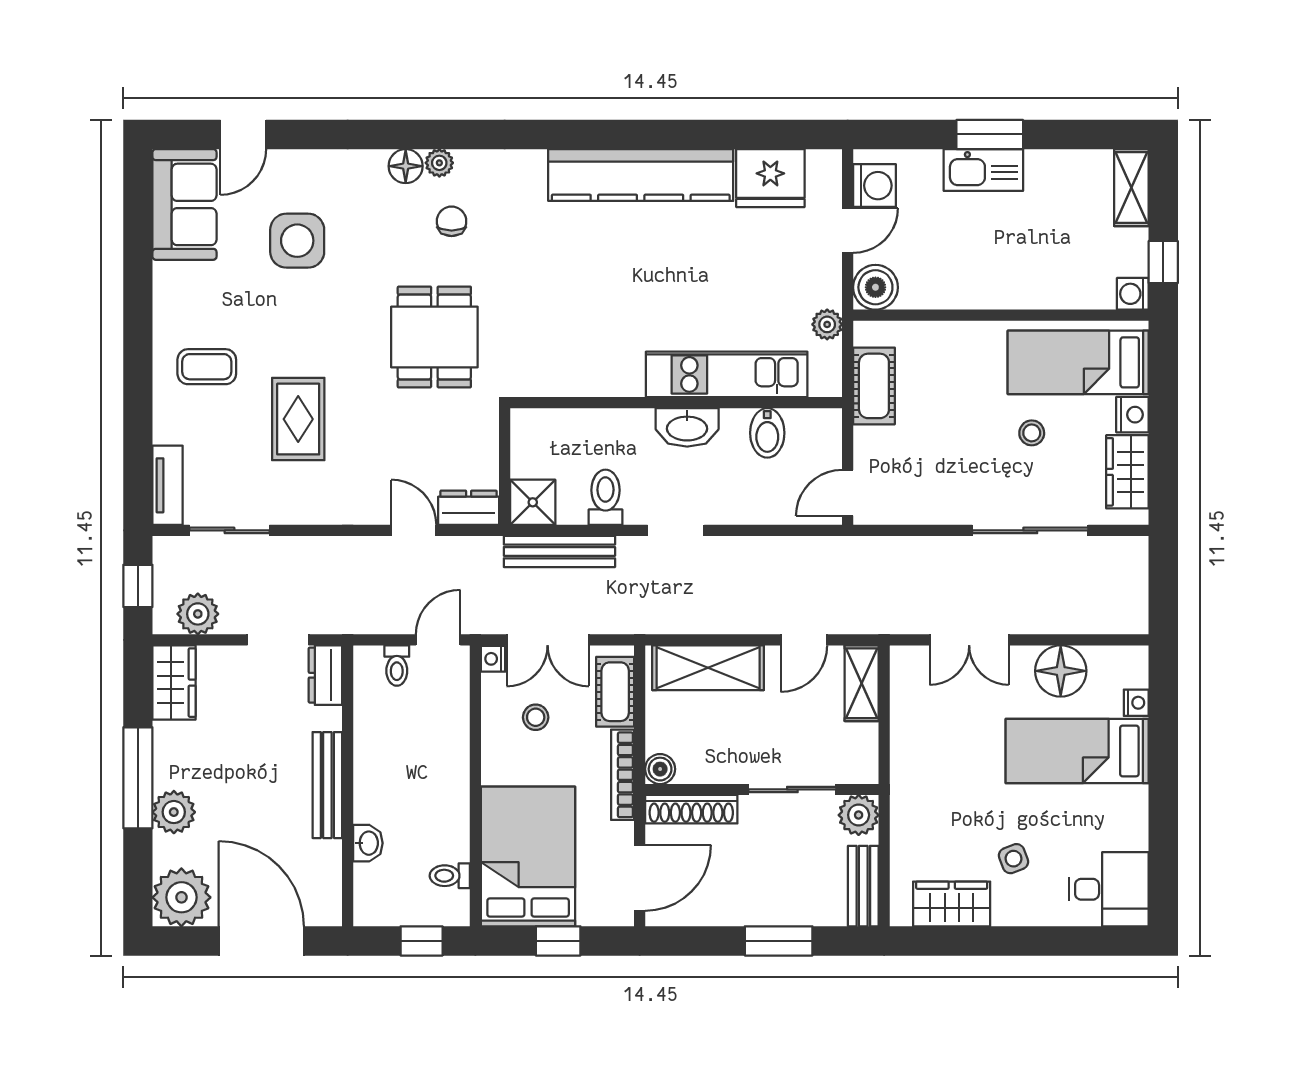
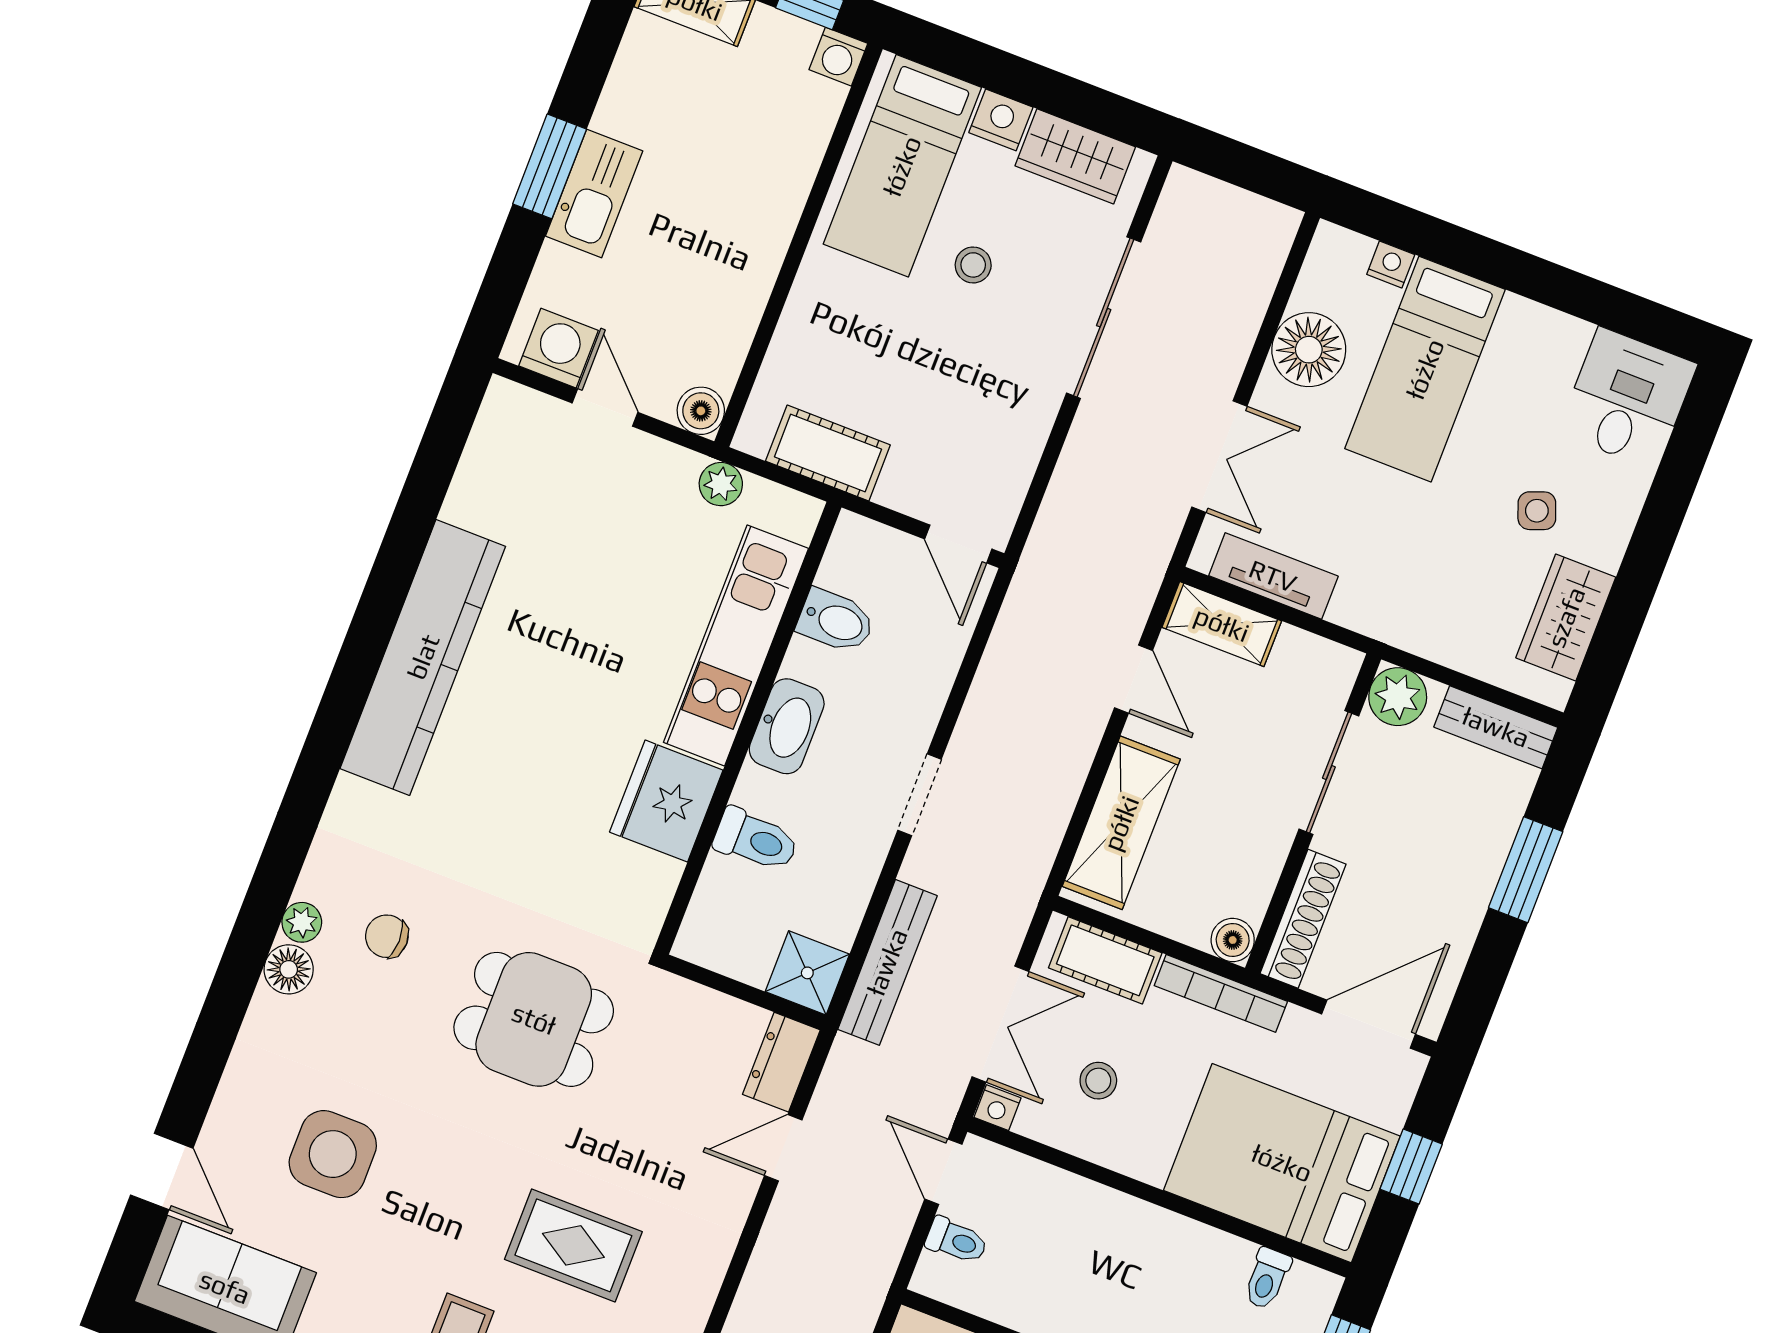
fridge: (770, 178) -> (666, 801), moved, turned 180
boiler: (875, 287) -> (701, 411), width x0.73, depth x0.73
toilet: (605, 497) -> (756, 840), moved, turned 180
tv unit: (906, 705) -> (1273, 576), added
door: (640, 878) -> (1369, 1024), hinge flipped

